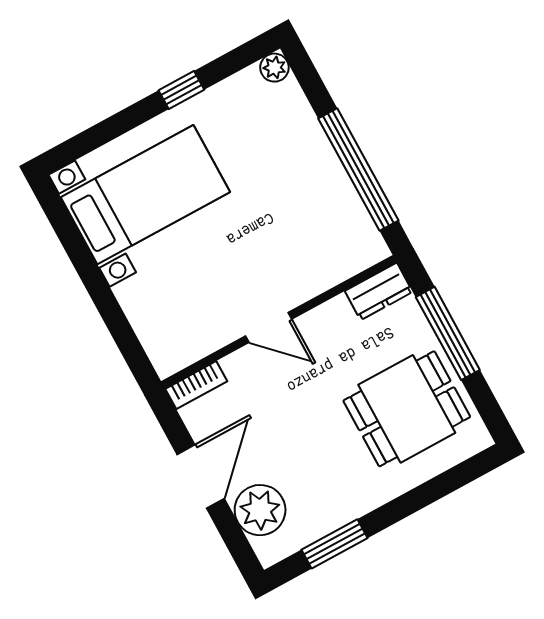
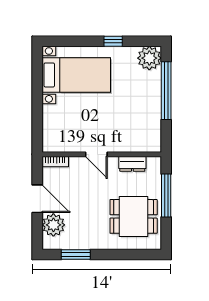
plant: (274, 68) -> (149, 58), width x1.87, depth x1.87
window: (358, 170) -> (166, 91), moved
dresser: (379, 291) -> (132, 164), moved
door: (201, 477) -> (37, 199), hinge flipped

